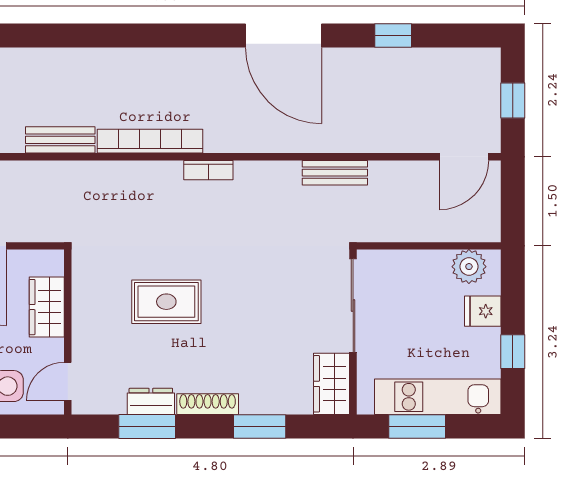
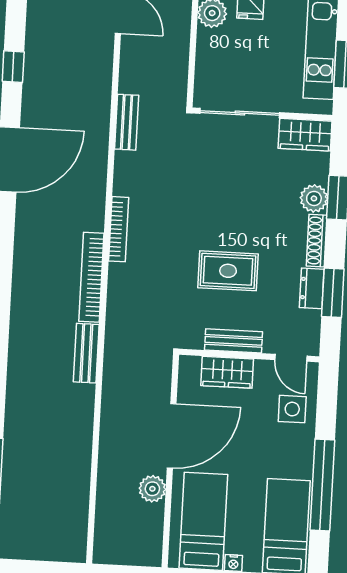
bookcase: (208, 170) -> (119, 229), width x1.56
rug: (166, 302) -> (228, 271), turned 90
bench: (84, 313) -> (234, 341), added
plant: (257, 398) -> (314, 198), added

